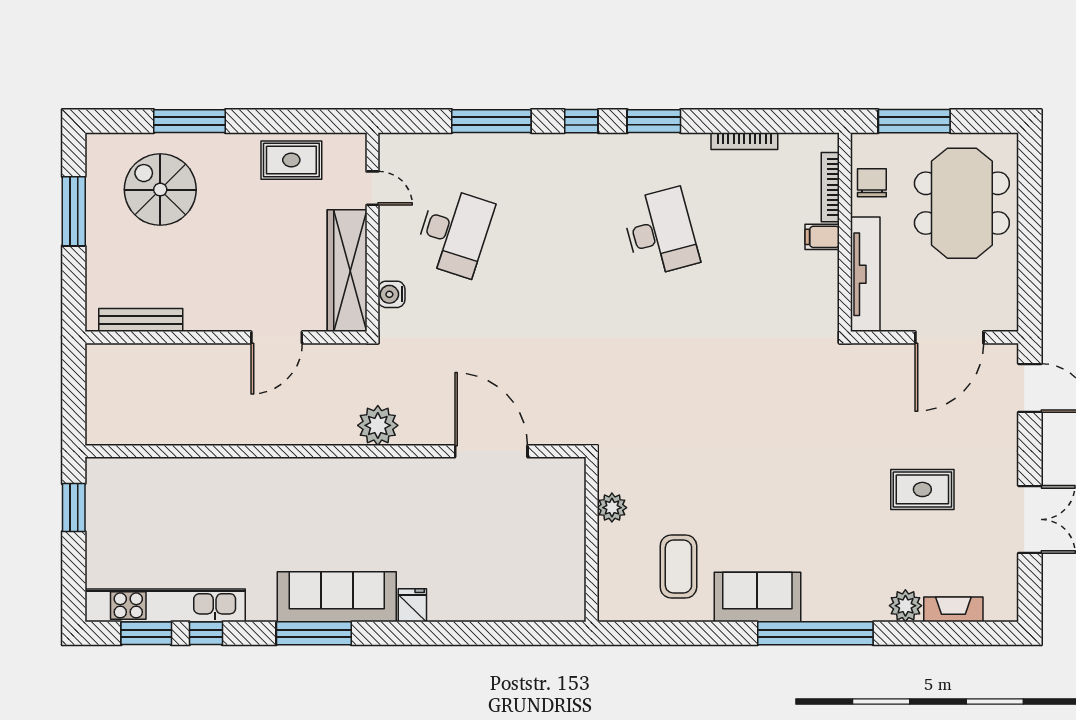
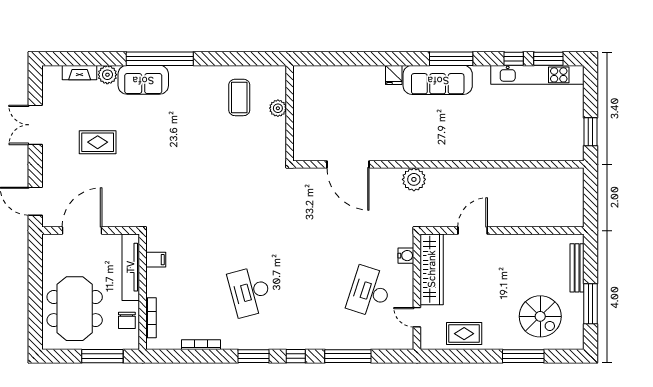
filing cabinet: (822, 237) -> (156, 260), moved
bench: (141, 320) -> (577, 268), moved, turned 90
plant: (612, 508) -> (278, 108), moved
sofa: (757, 597) -> (143, 80), moved

